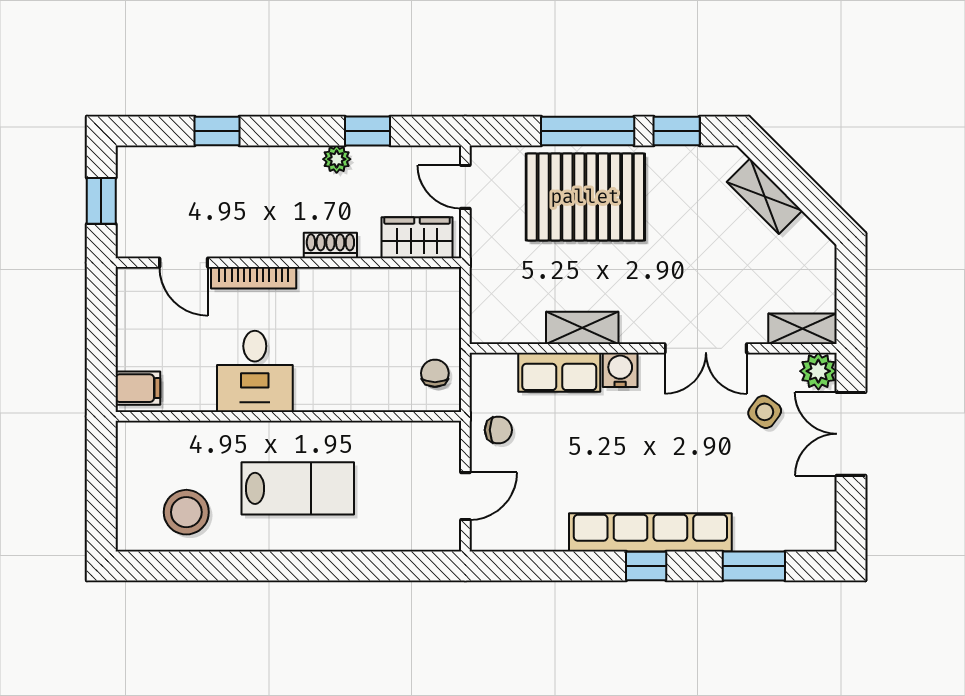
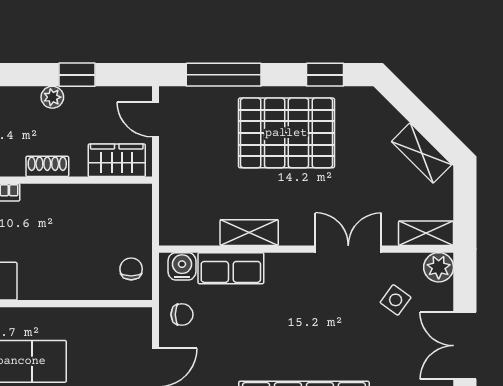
window: (588, 131) -> (224, 75), moved
shelving: (765, 196) -> (422, 153), moved
pallet: (585, 197) -> (286, 133), moved
double door: (706, 348) -> (348, 249), swing flipped
water cooler: (620, 370) -> (182, 266), moved
double door: (851, 434) -> (465, 346), moved

